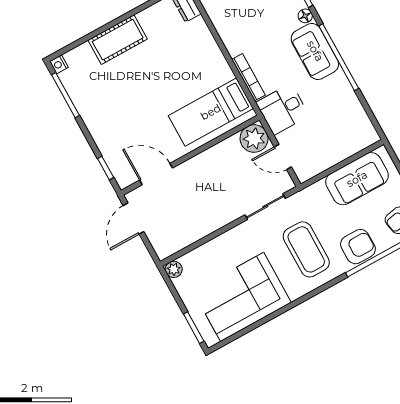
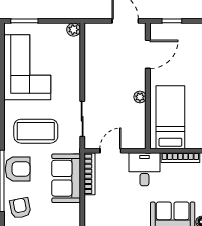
plant: (254, 139) -> (140, 97), moved, width x0.53, depth x0.53
bookcase: (320, 166) -> (89, 174), added
sofa: (357, 179) -> (66, 178), moved
armchair: (358, 247) -> (18, 169), turned -90

